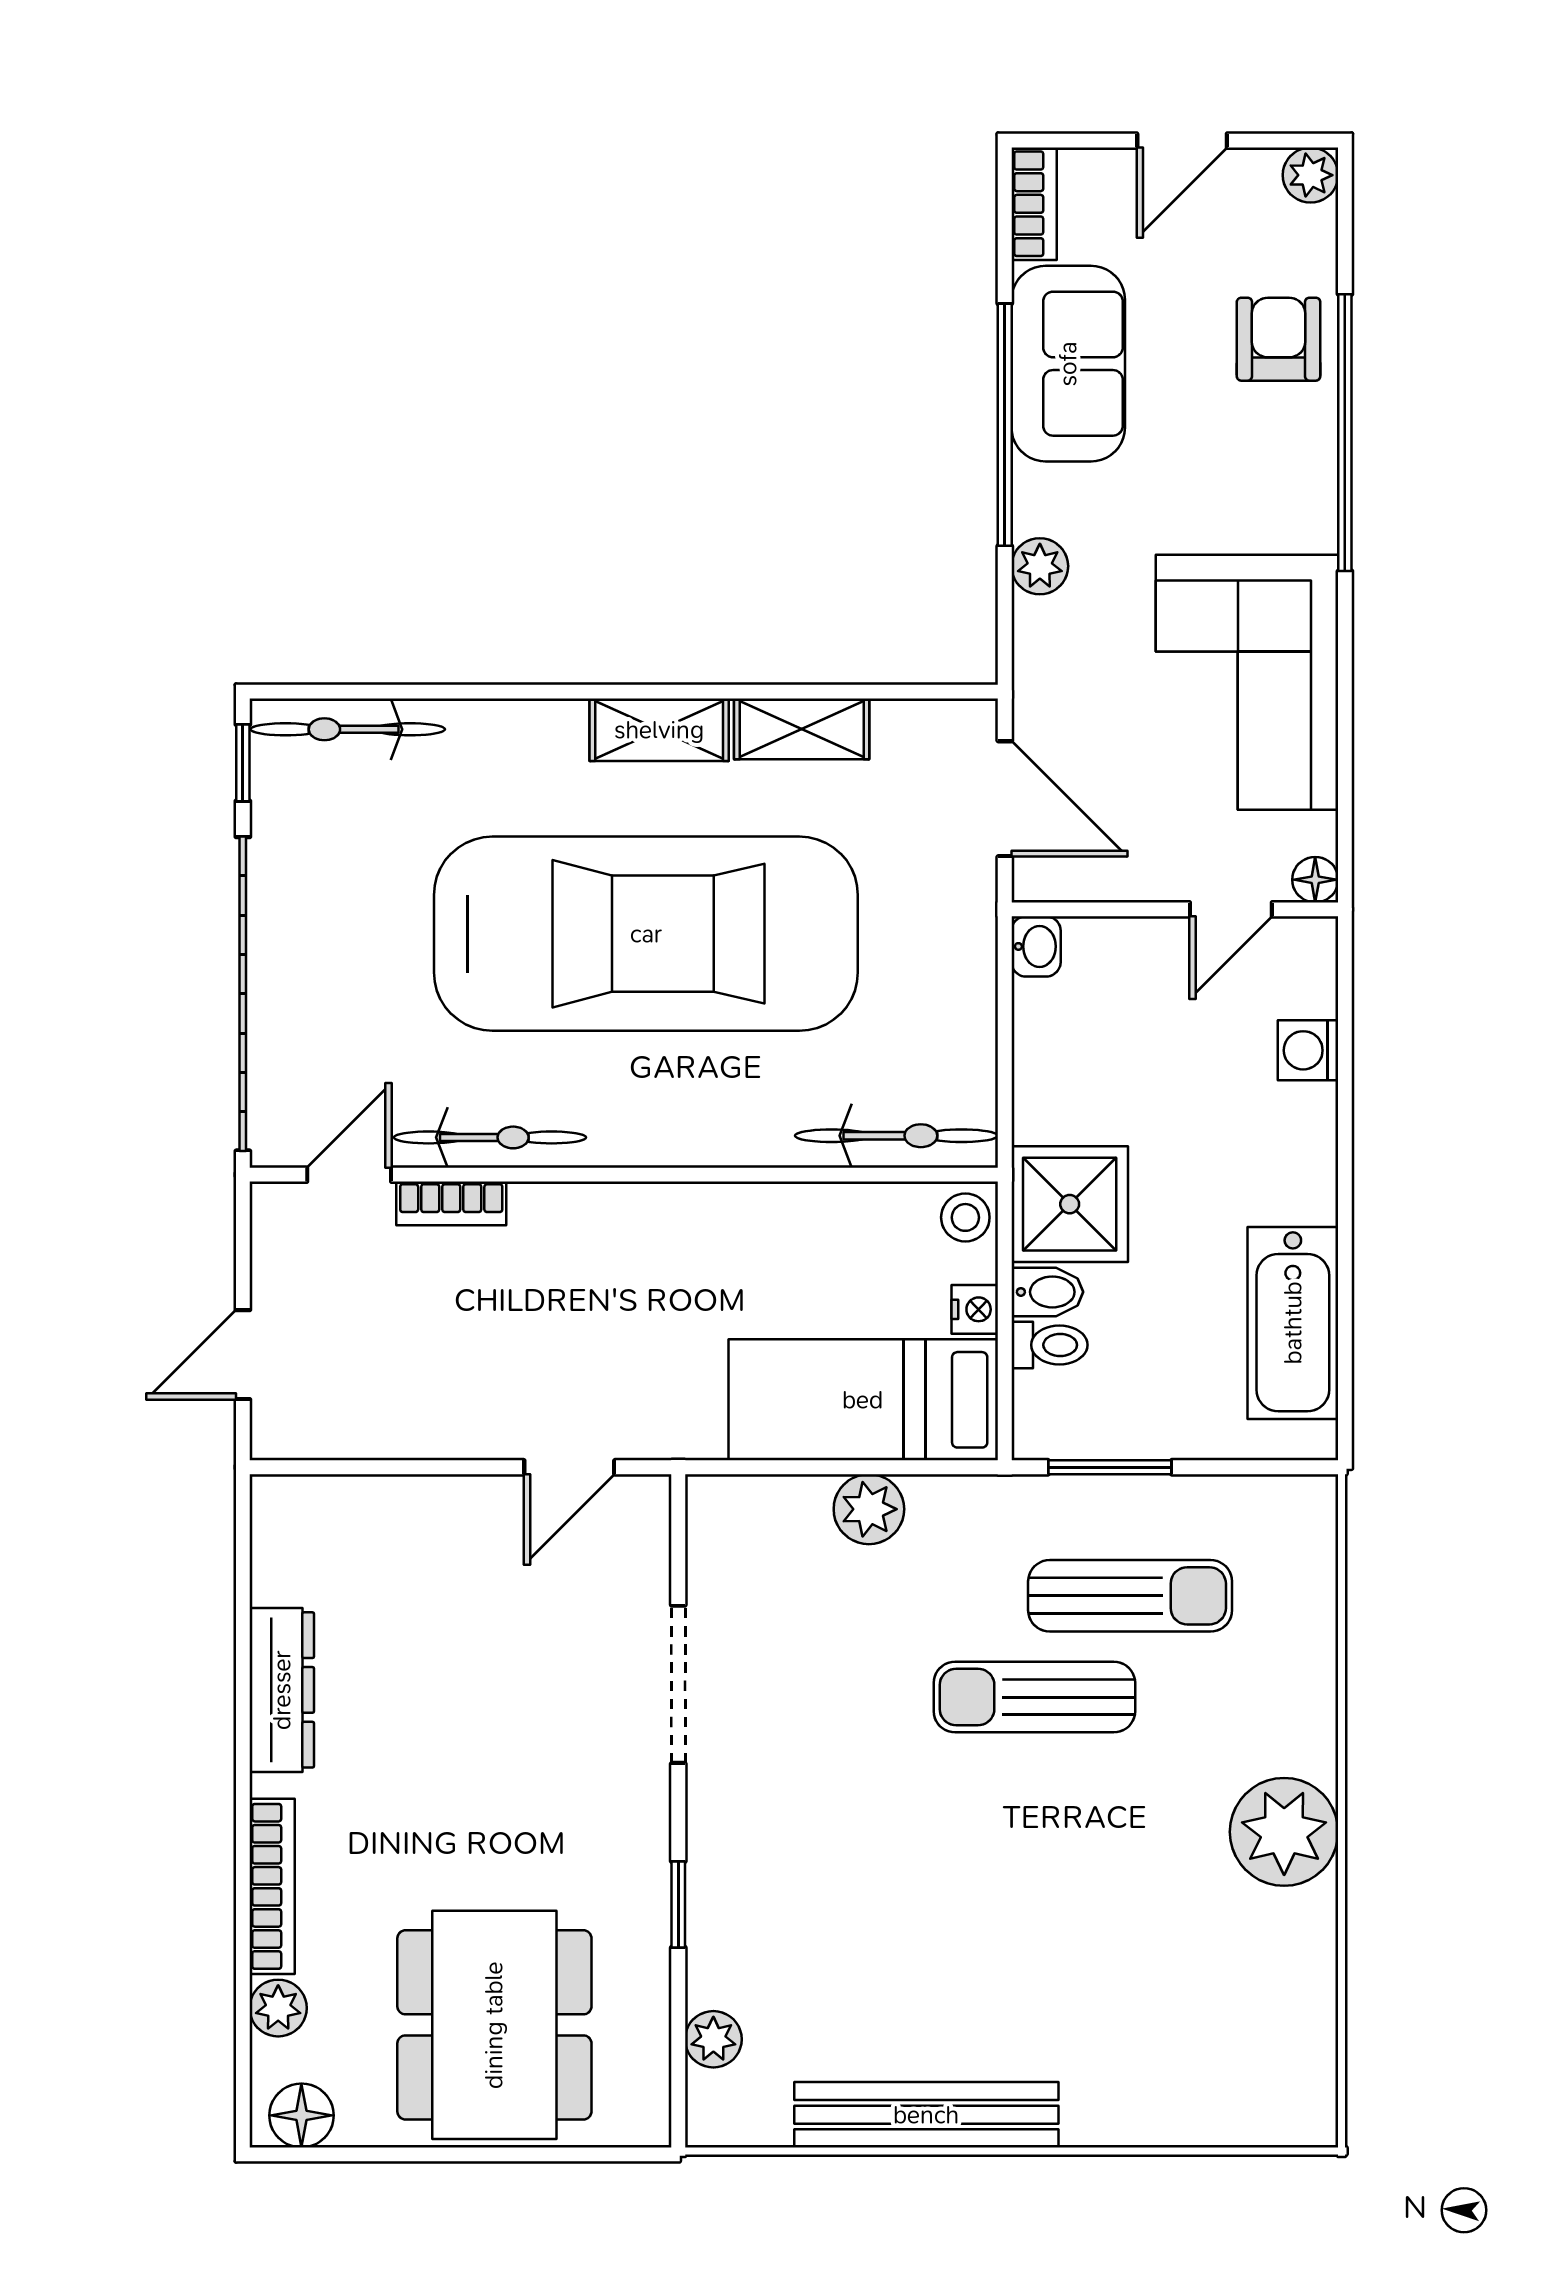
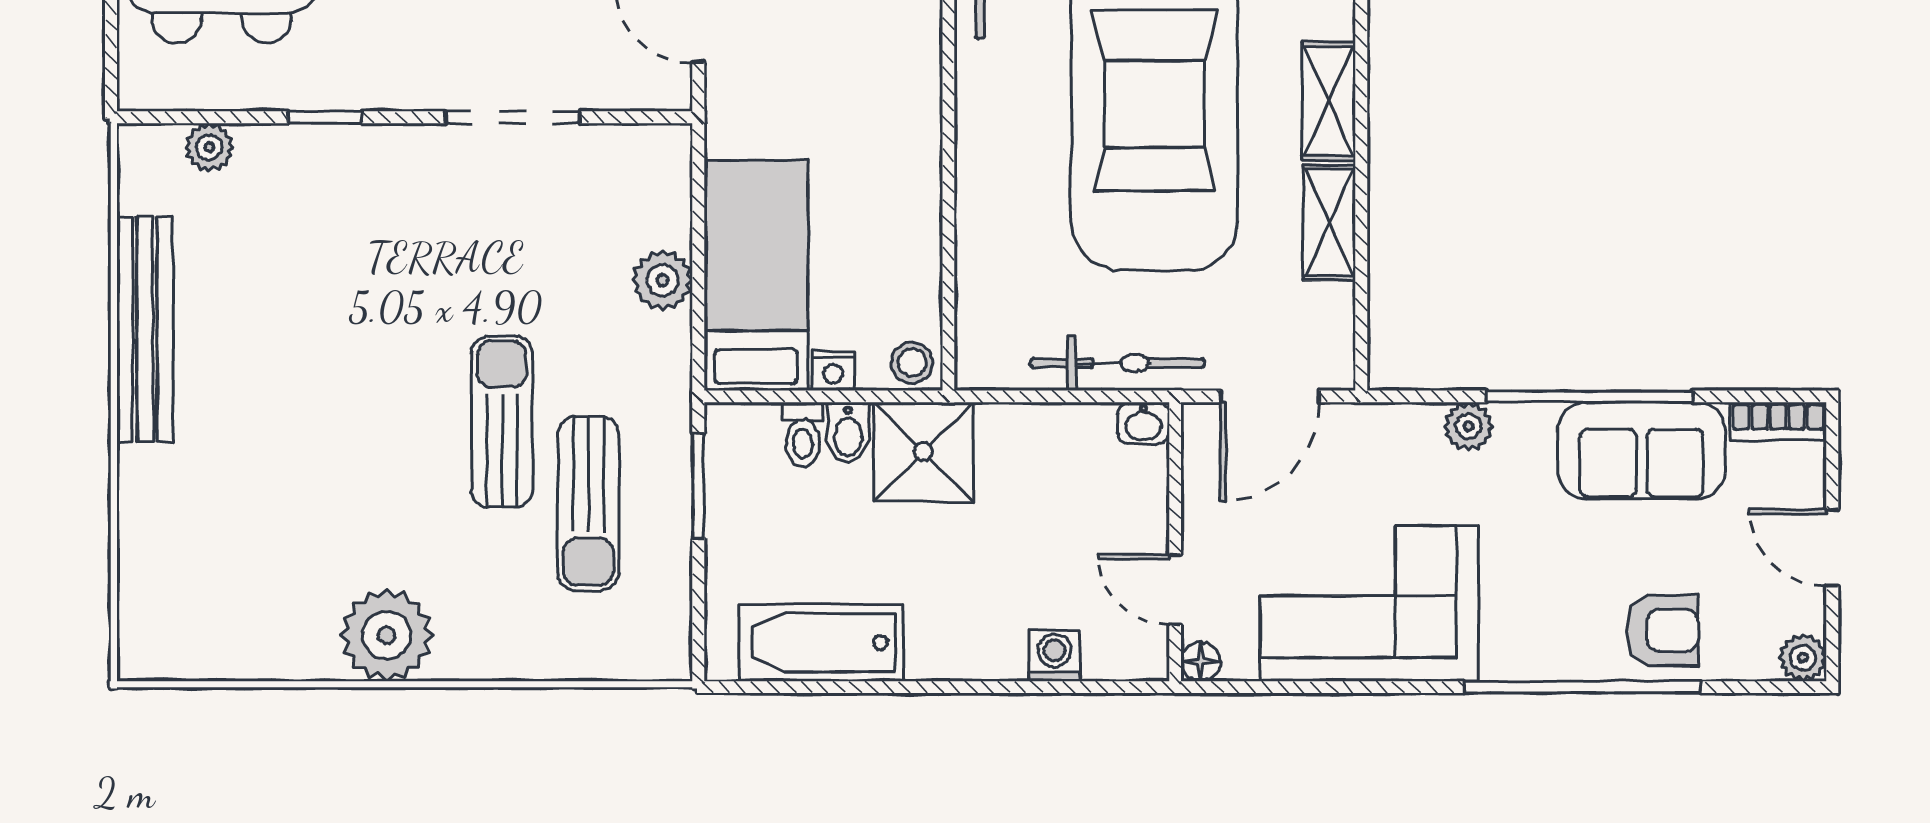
bicycle: (896, 1136) -> (1117, 363), moved, turned -90

